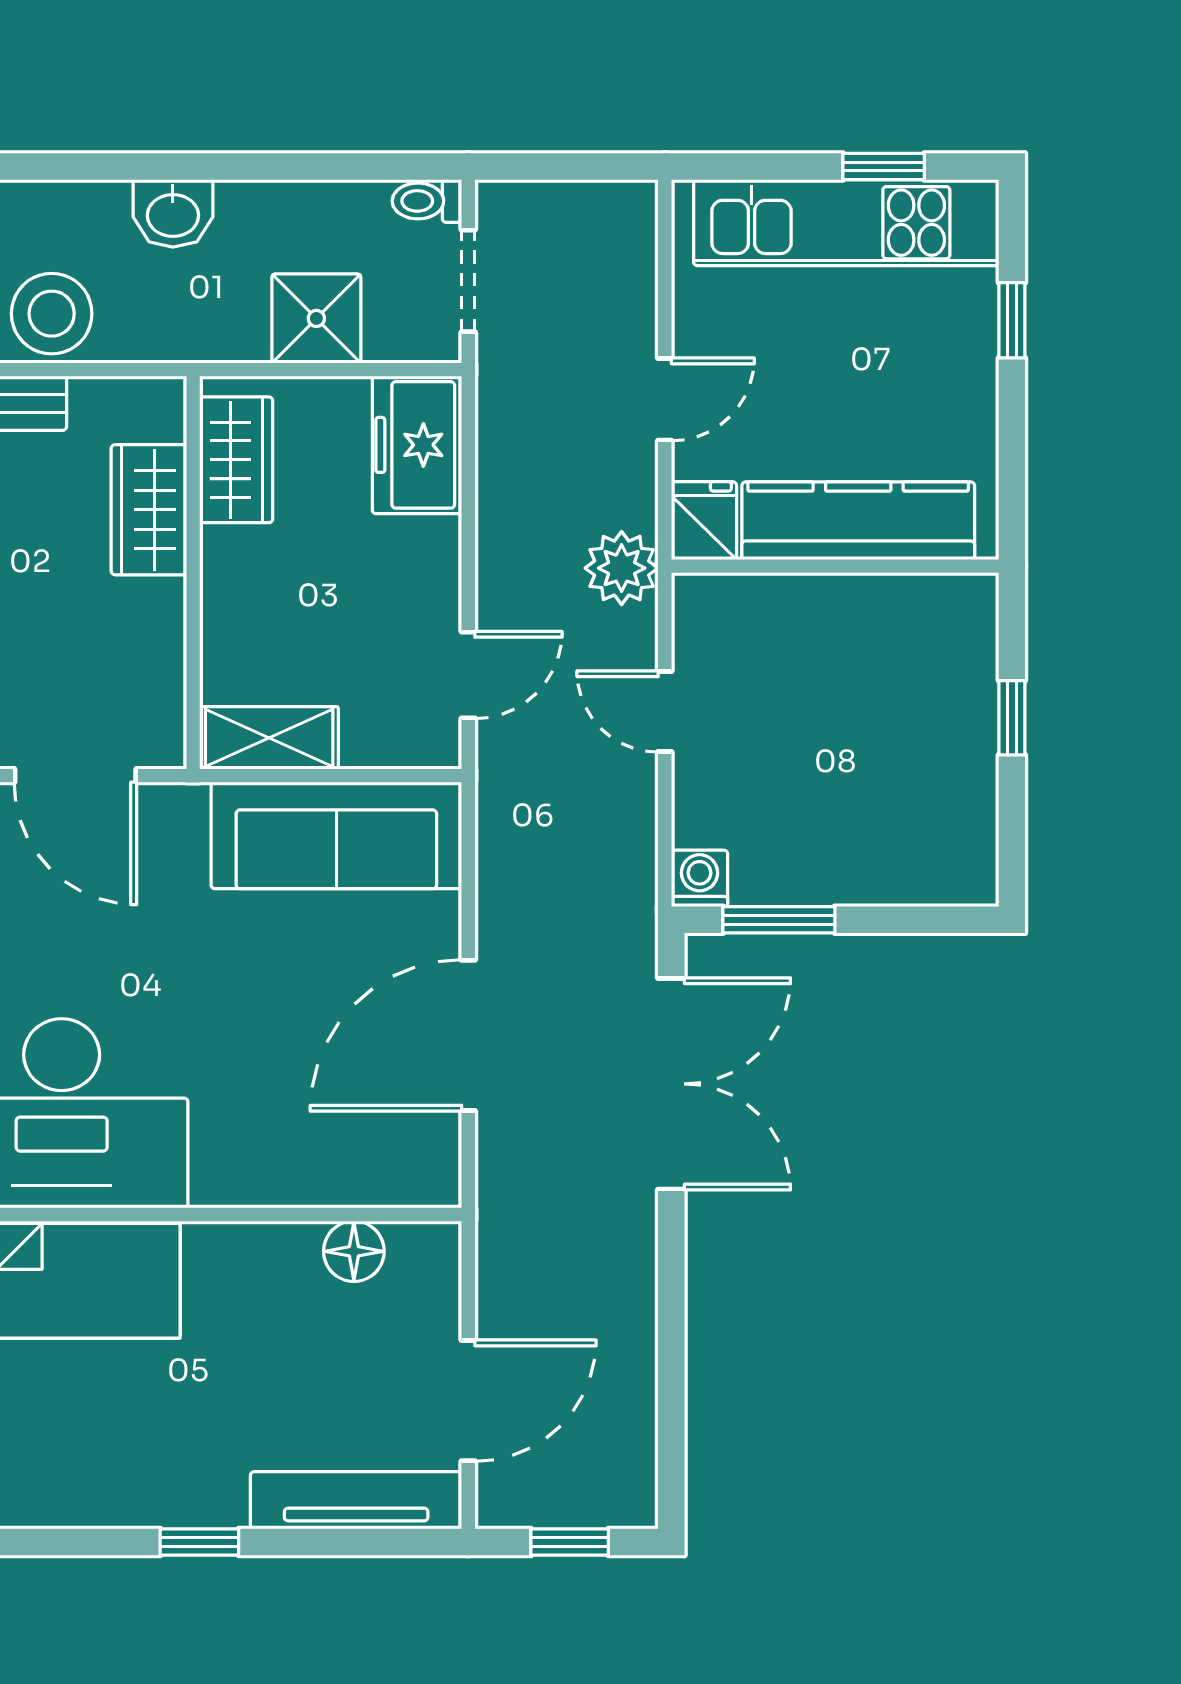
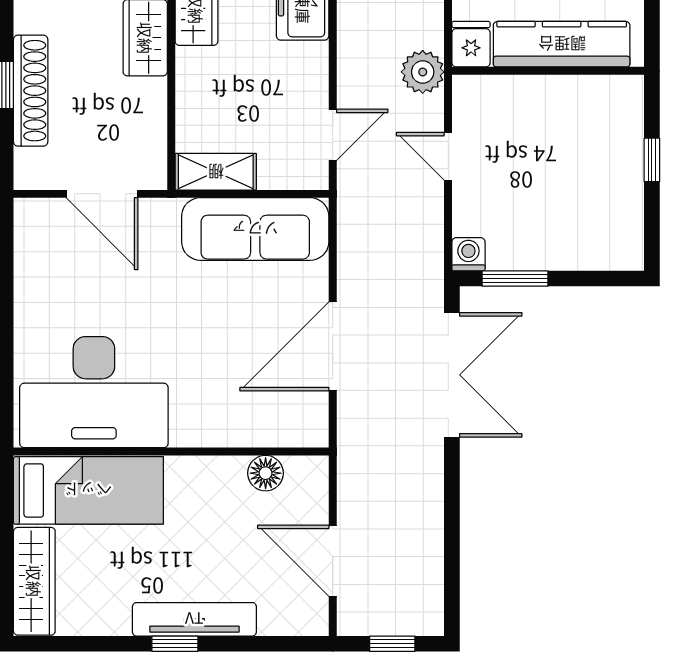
door: (468, 1401) -> (333, 561), swing flipped
tv unit: (356, 1500) -> (194, 619), moved

